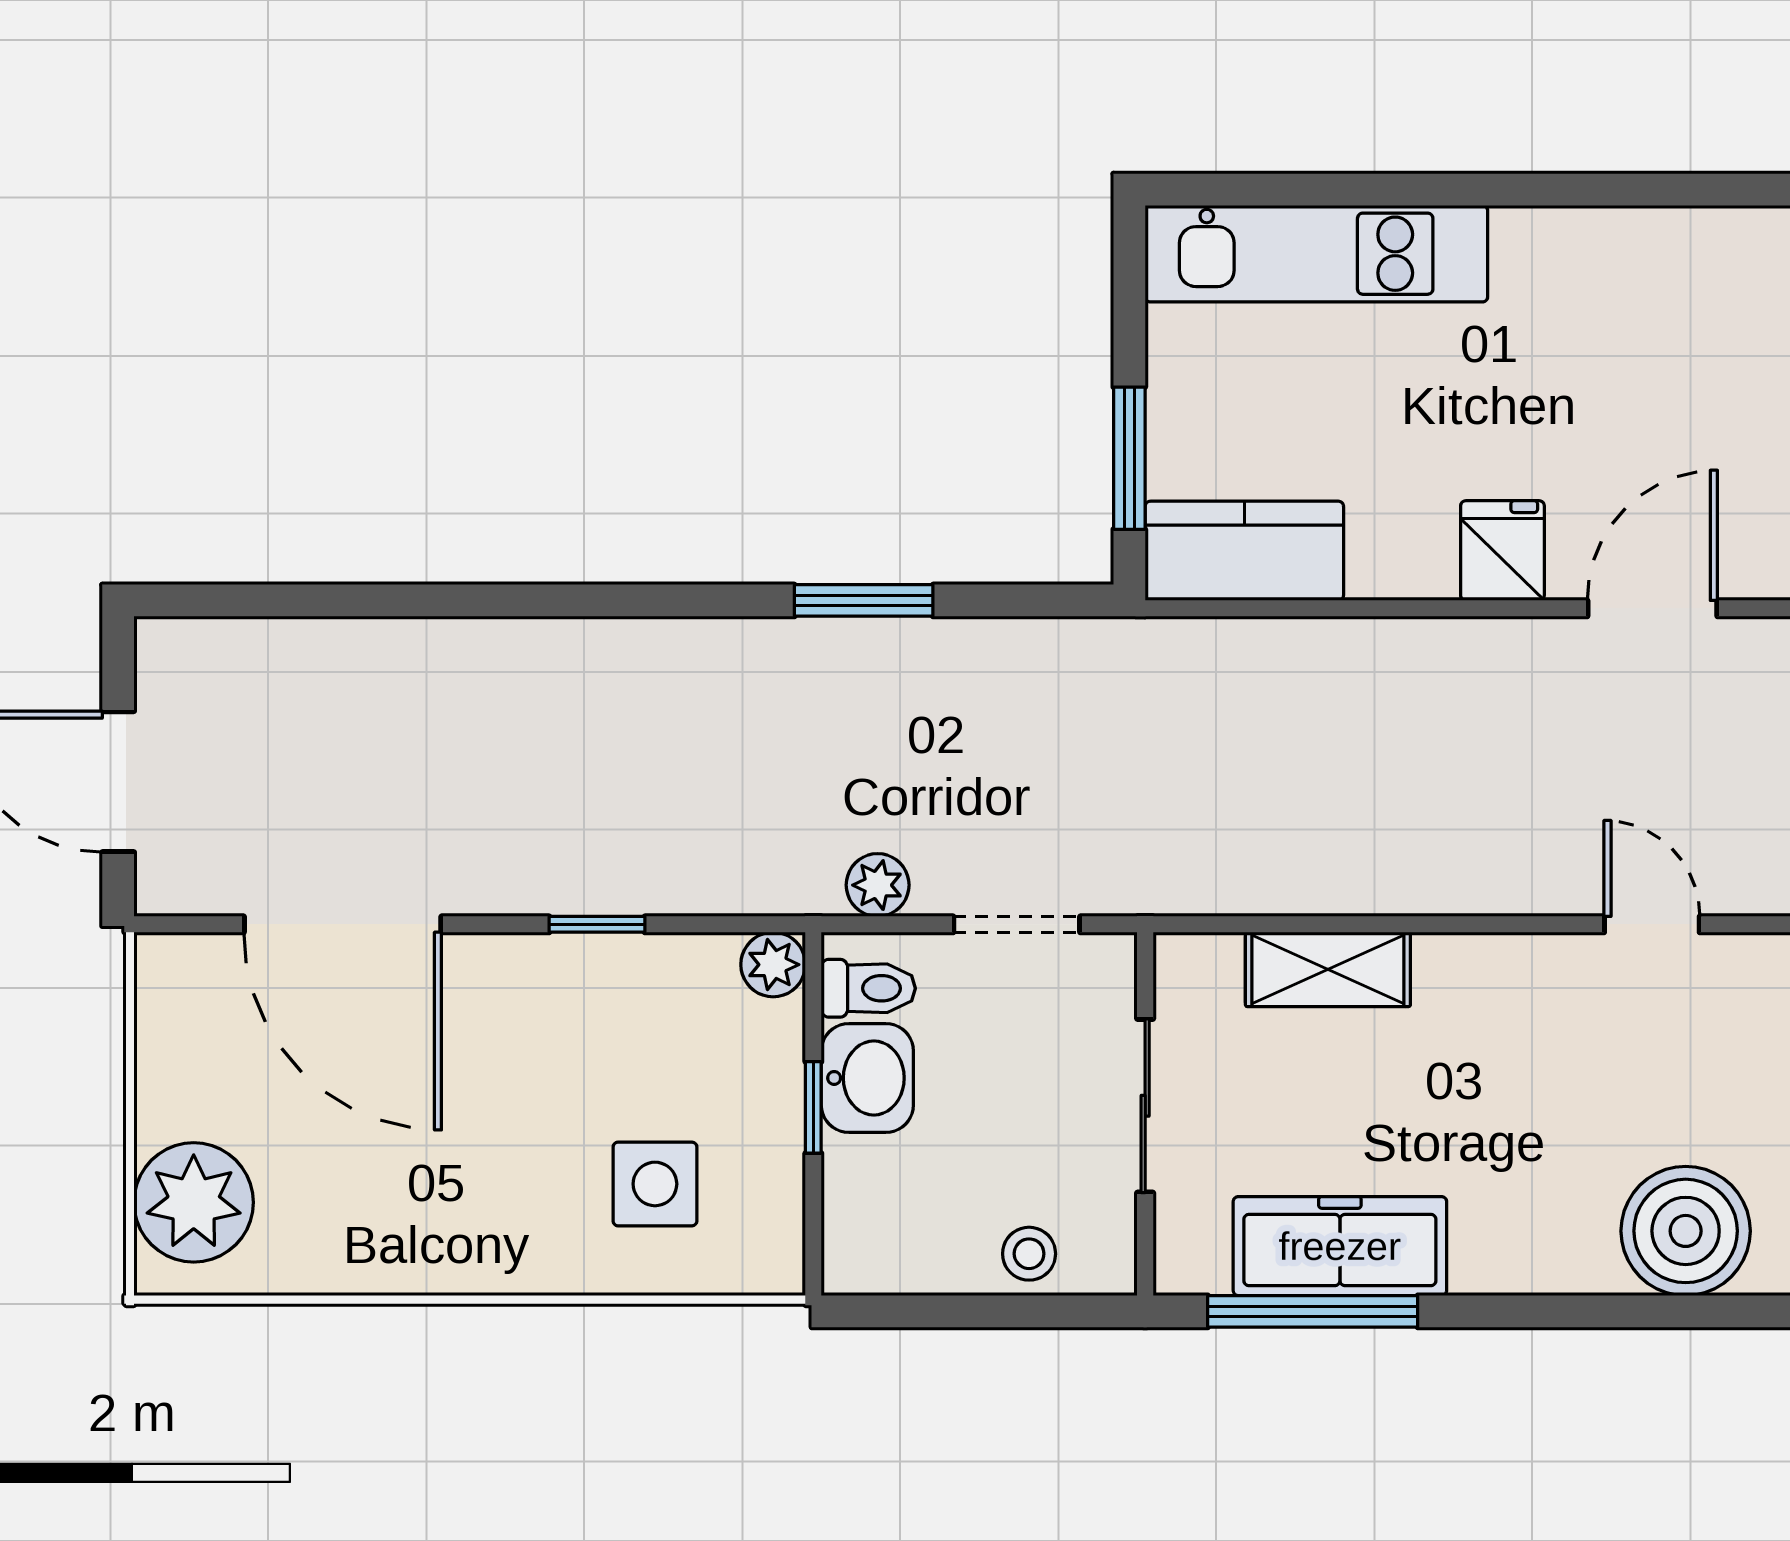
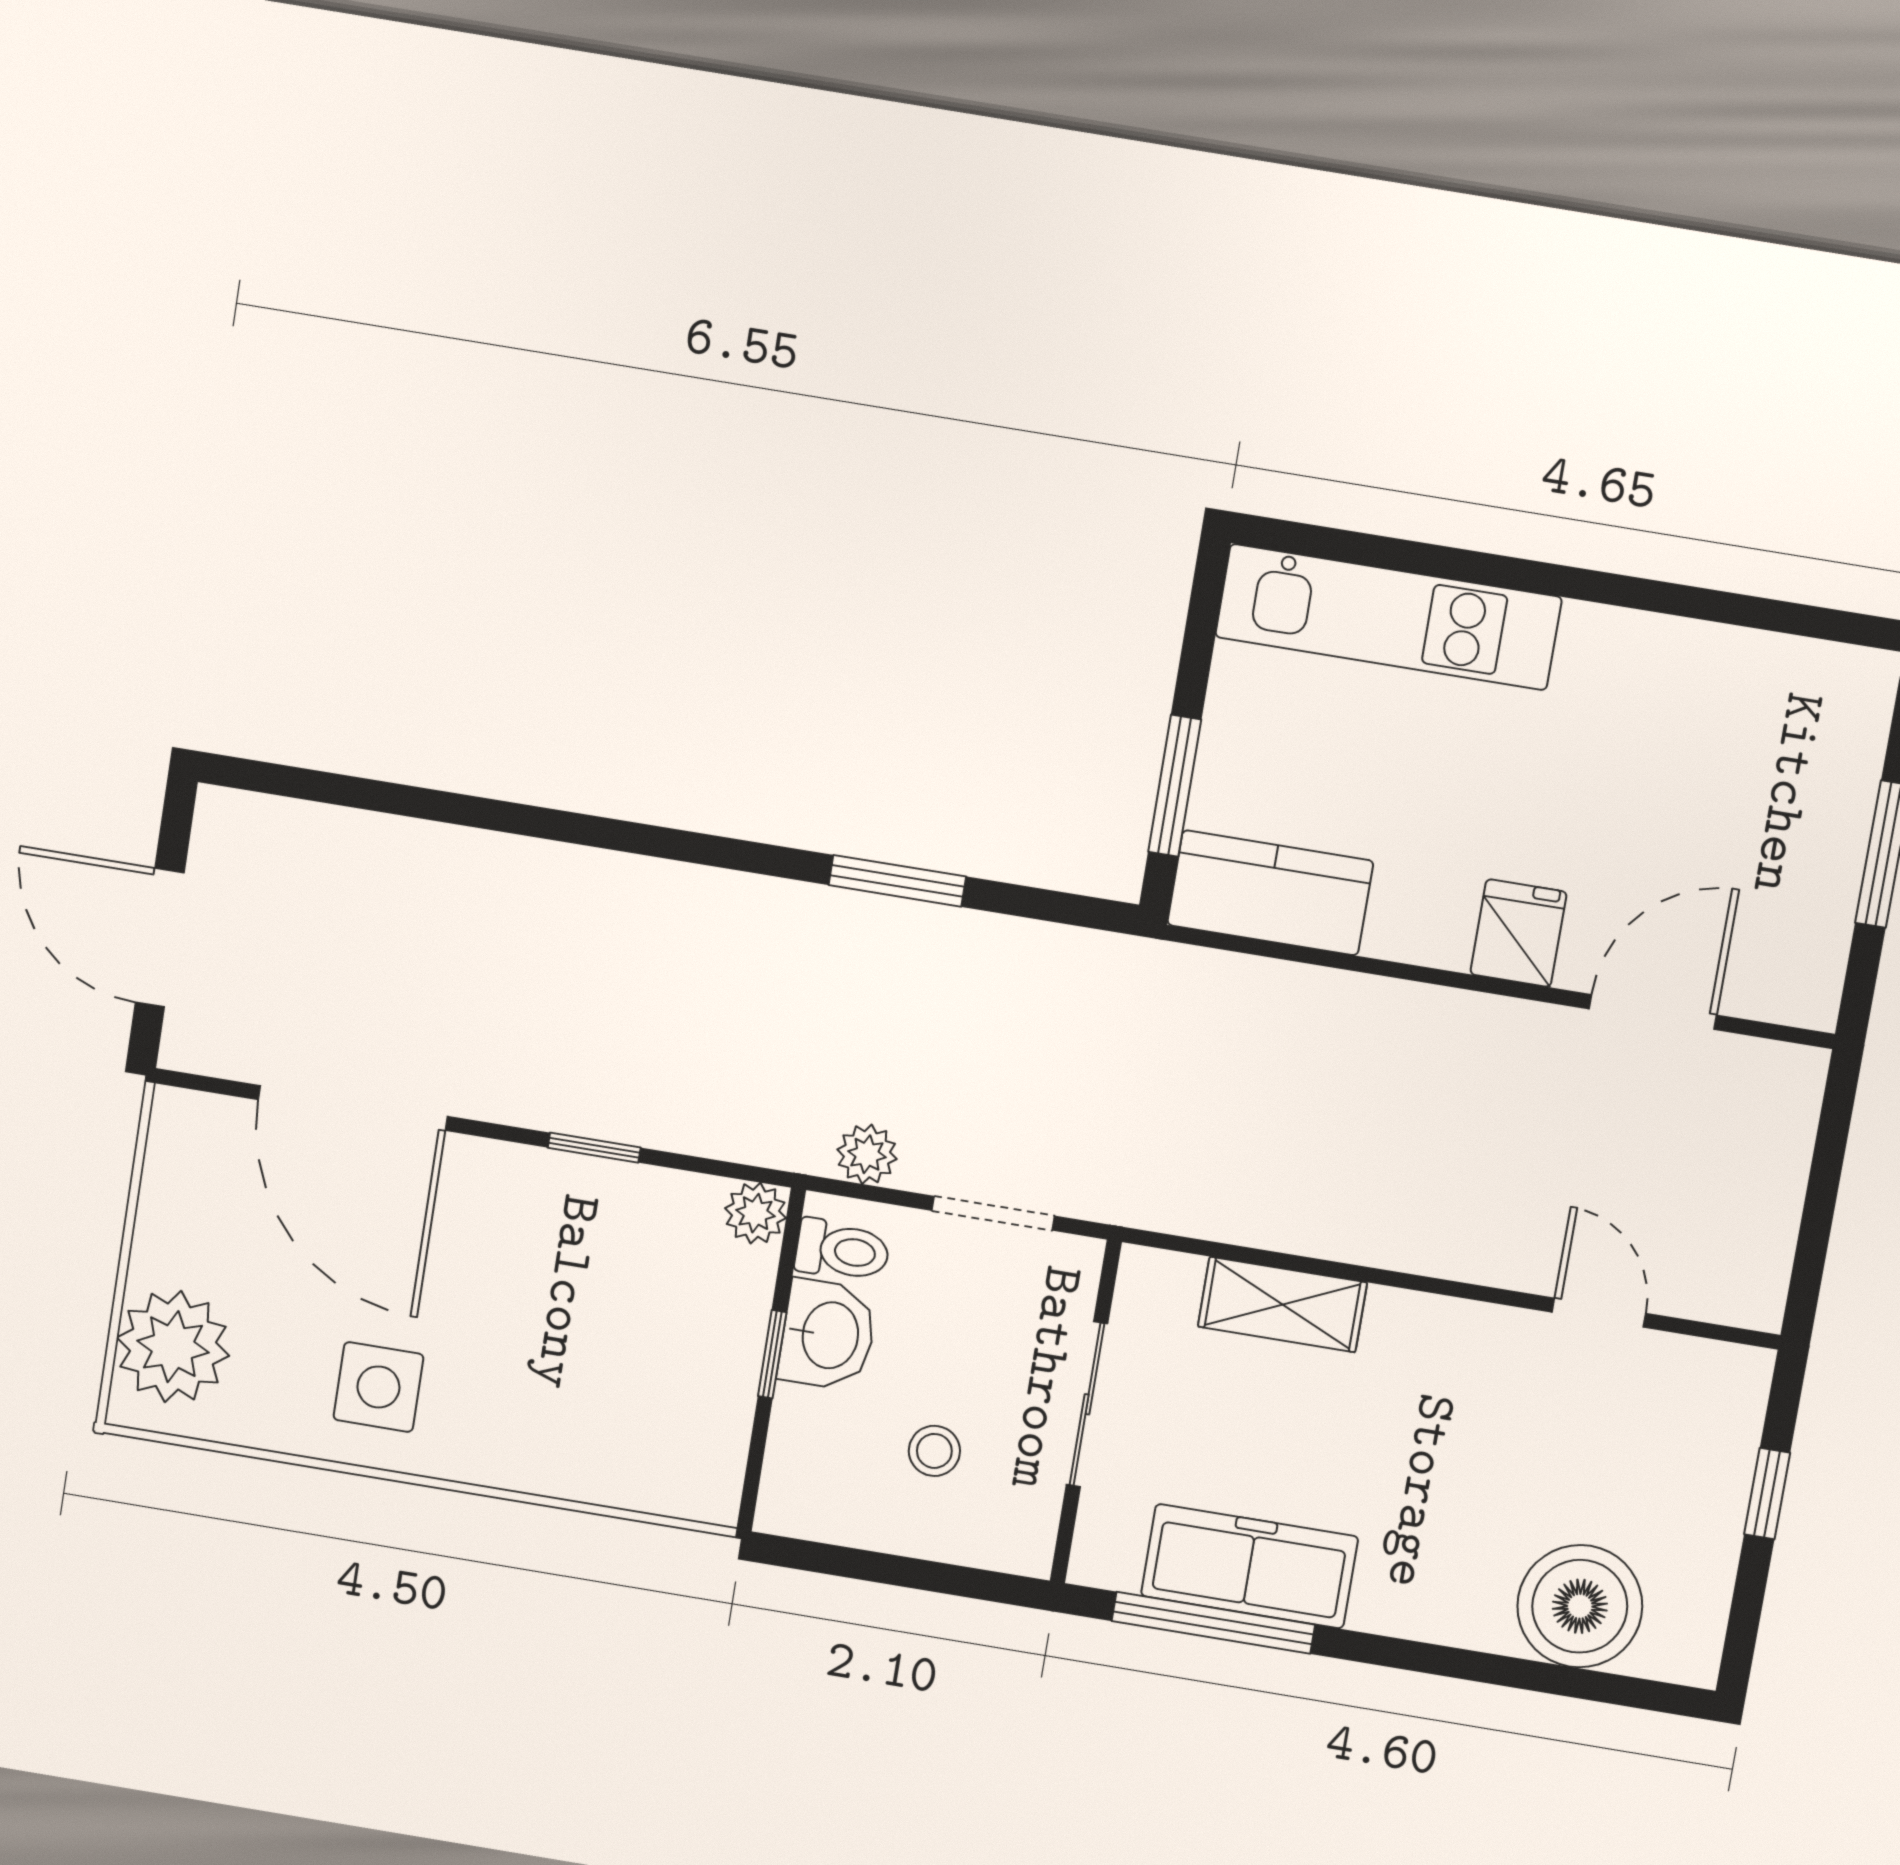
side table: (655, 1184) -> (378, 1387), moved
stool: (1029, 1254) -> (934, 1451), moved

